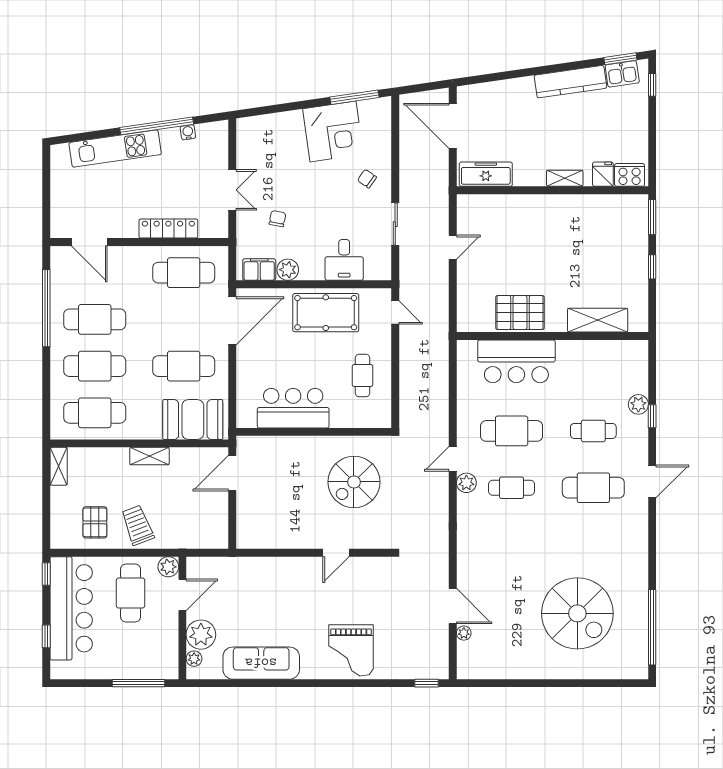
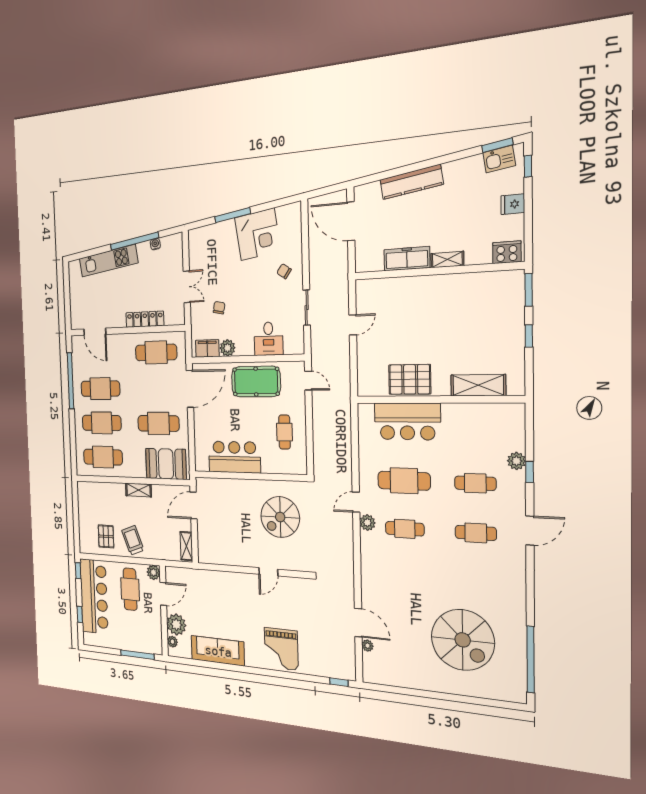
kitchen counter: (570, 82) -> (411, 182), moved
window: (354, 97) -> (233, 215), moved
freezer: (486, 174) -> (407, 259), moved
fridge: (603, 174) -> (513, 204), moved, turned -90
shelving: (59, 466) -> (186, 546), moved
cafe table: (593, 488) -> (476, 533), width x0.73, depth x0.74

